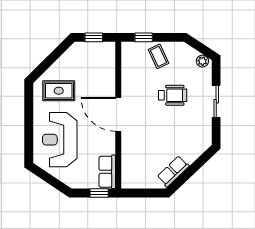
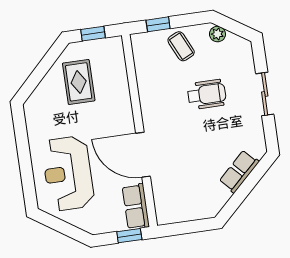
plant: (202, 61) -> (217, 34), moved
rug: (59, 91) -> (79, 82), moved, turned 90
door: (118, 114) -> (143, 155), moved
row of seats: (173, 171) -> (239, 171), moved

